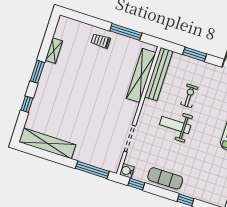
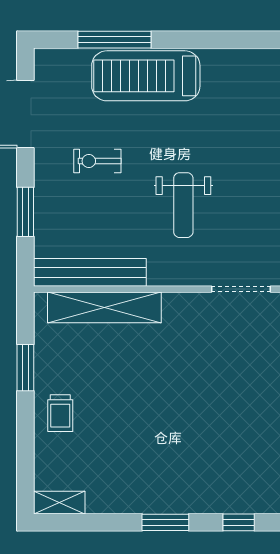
window: (126, 32) -> (25, 368), width x0.69
shelving: (54, 51) -> (59, 503), moved
exercise bike: (189, 96) -> (97, 161), moved

